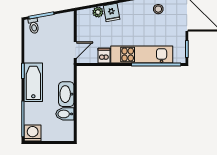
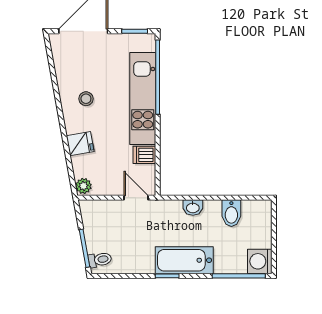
stool: (158, 9) -> (86, 99), moved
plant: (98, 12) -> (83, 186), moved
washbasin: (66, 94) -> (193, 208), width x0.52, depth x0.69

